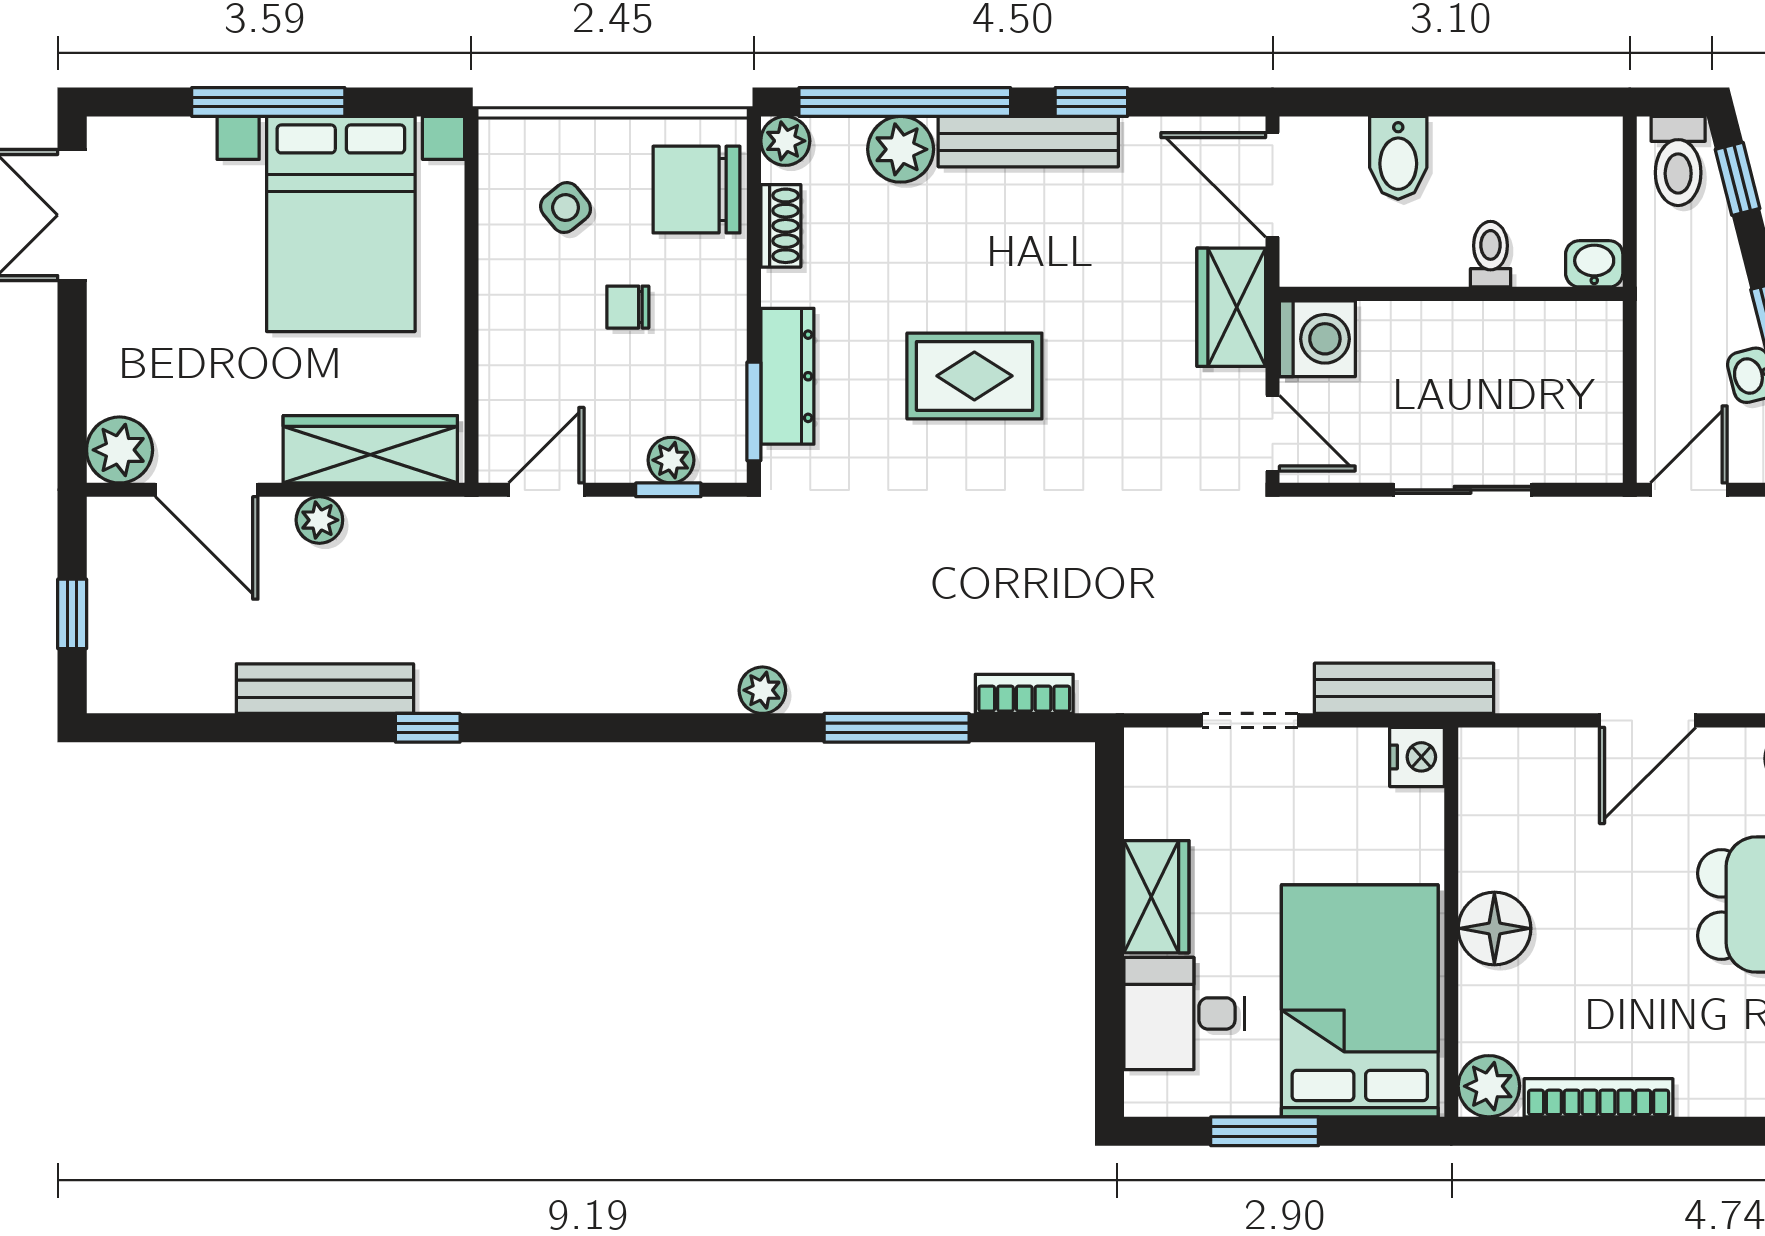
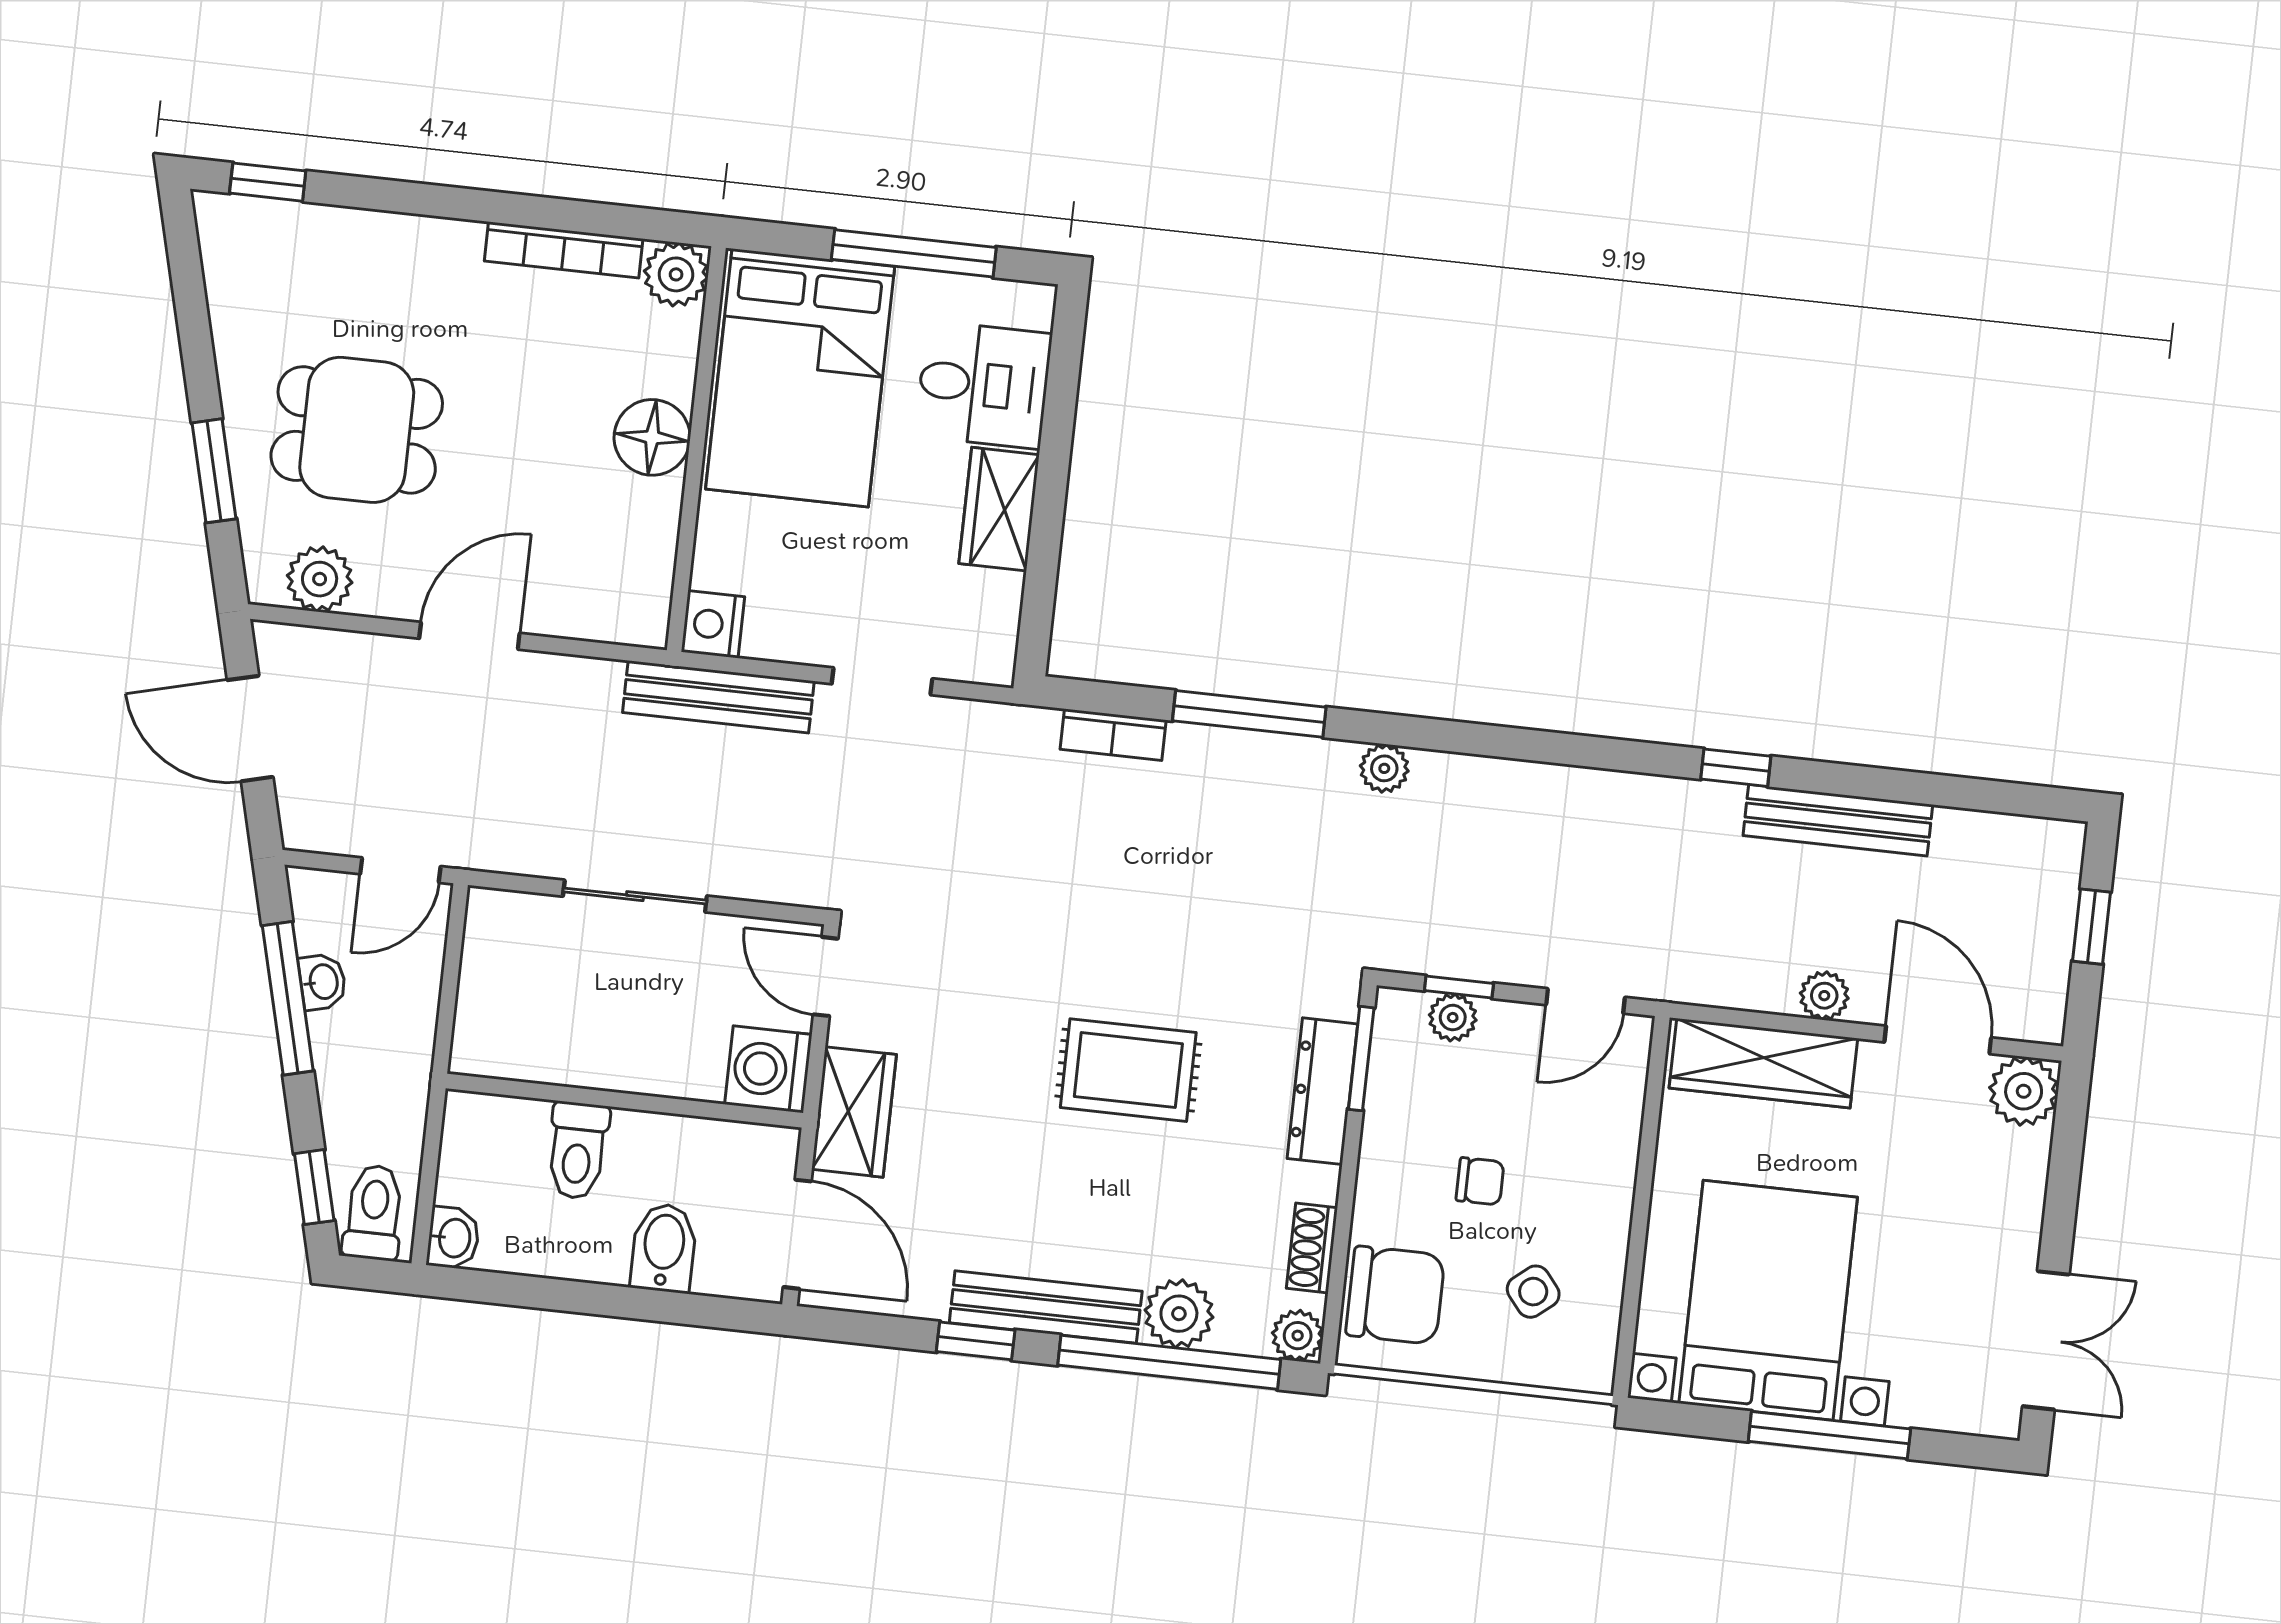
toilet: (1491, 254) -> (578, 1150), width x1.37, depth x1.39
washbasin: (1594, 264) -> (453, 1238), moved, turned -90
window: (1265, 1131) -> (914, 253), width x1.44

